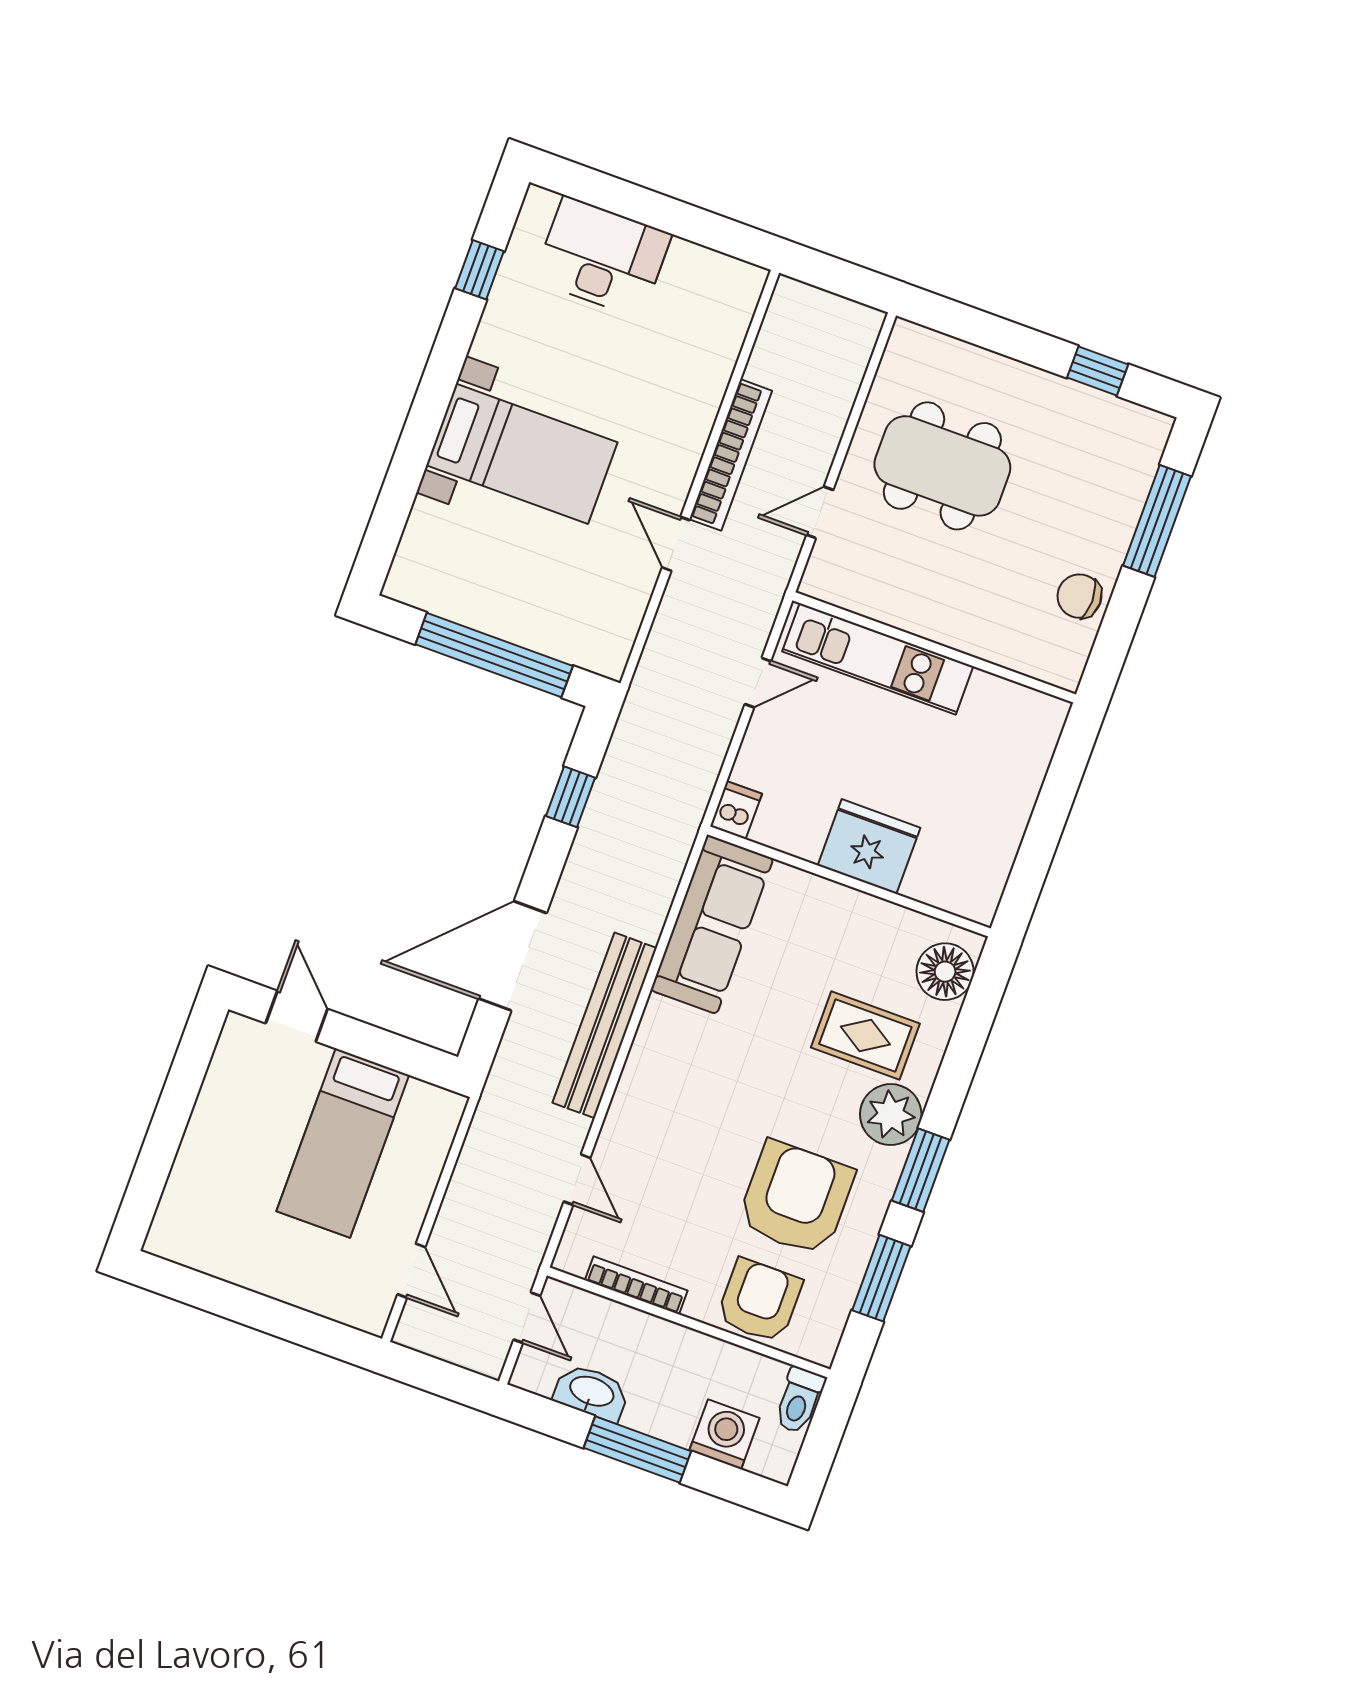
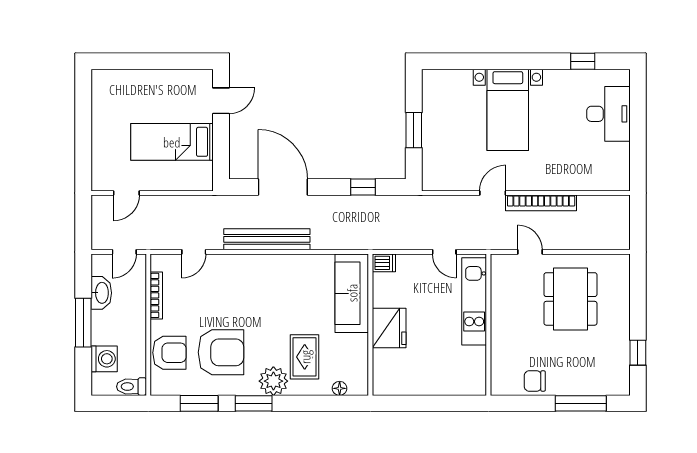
chair: (1079, 596) -> (535, 381), turned -90
window: (494, 655) -> (414, 130), width x0.47
sofa: (712, 924) -> (352, 293), moved, turned 90
floor lamp: (945, 972) -> (340, 388), width x0.53, depth x0.53

